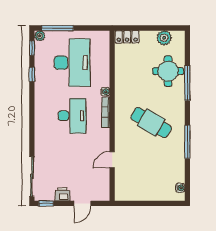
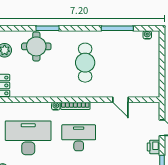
window: (187, 83) -> (48, 28), width x0.69
cafe table: (151, 123) -> (85, 63), turned -30
window: (187, 142) -> (117, 28), moved

